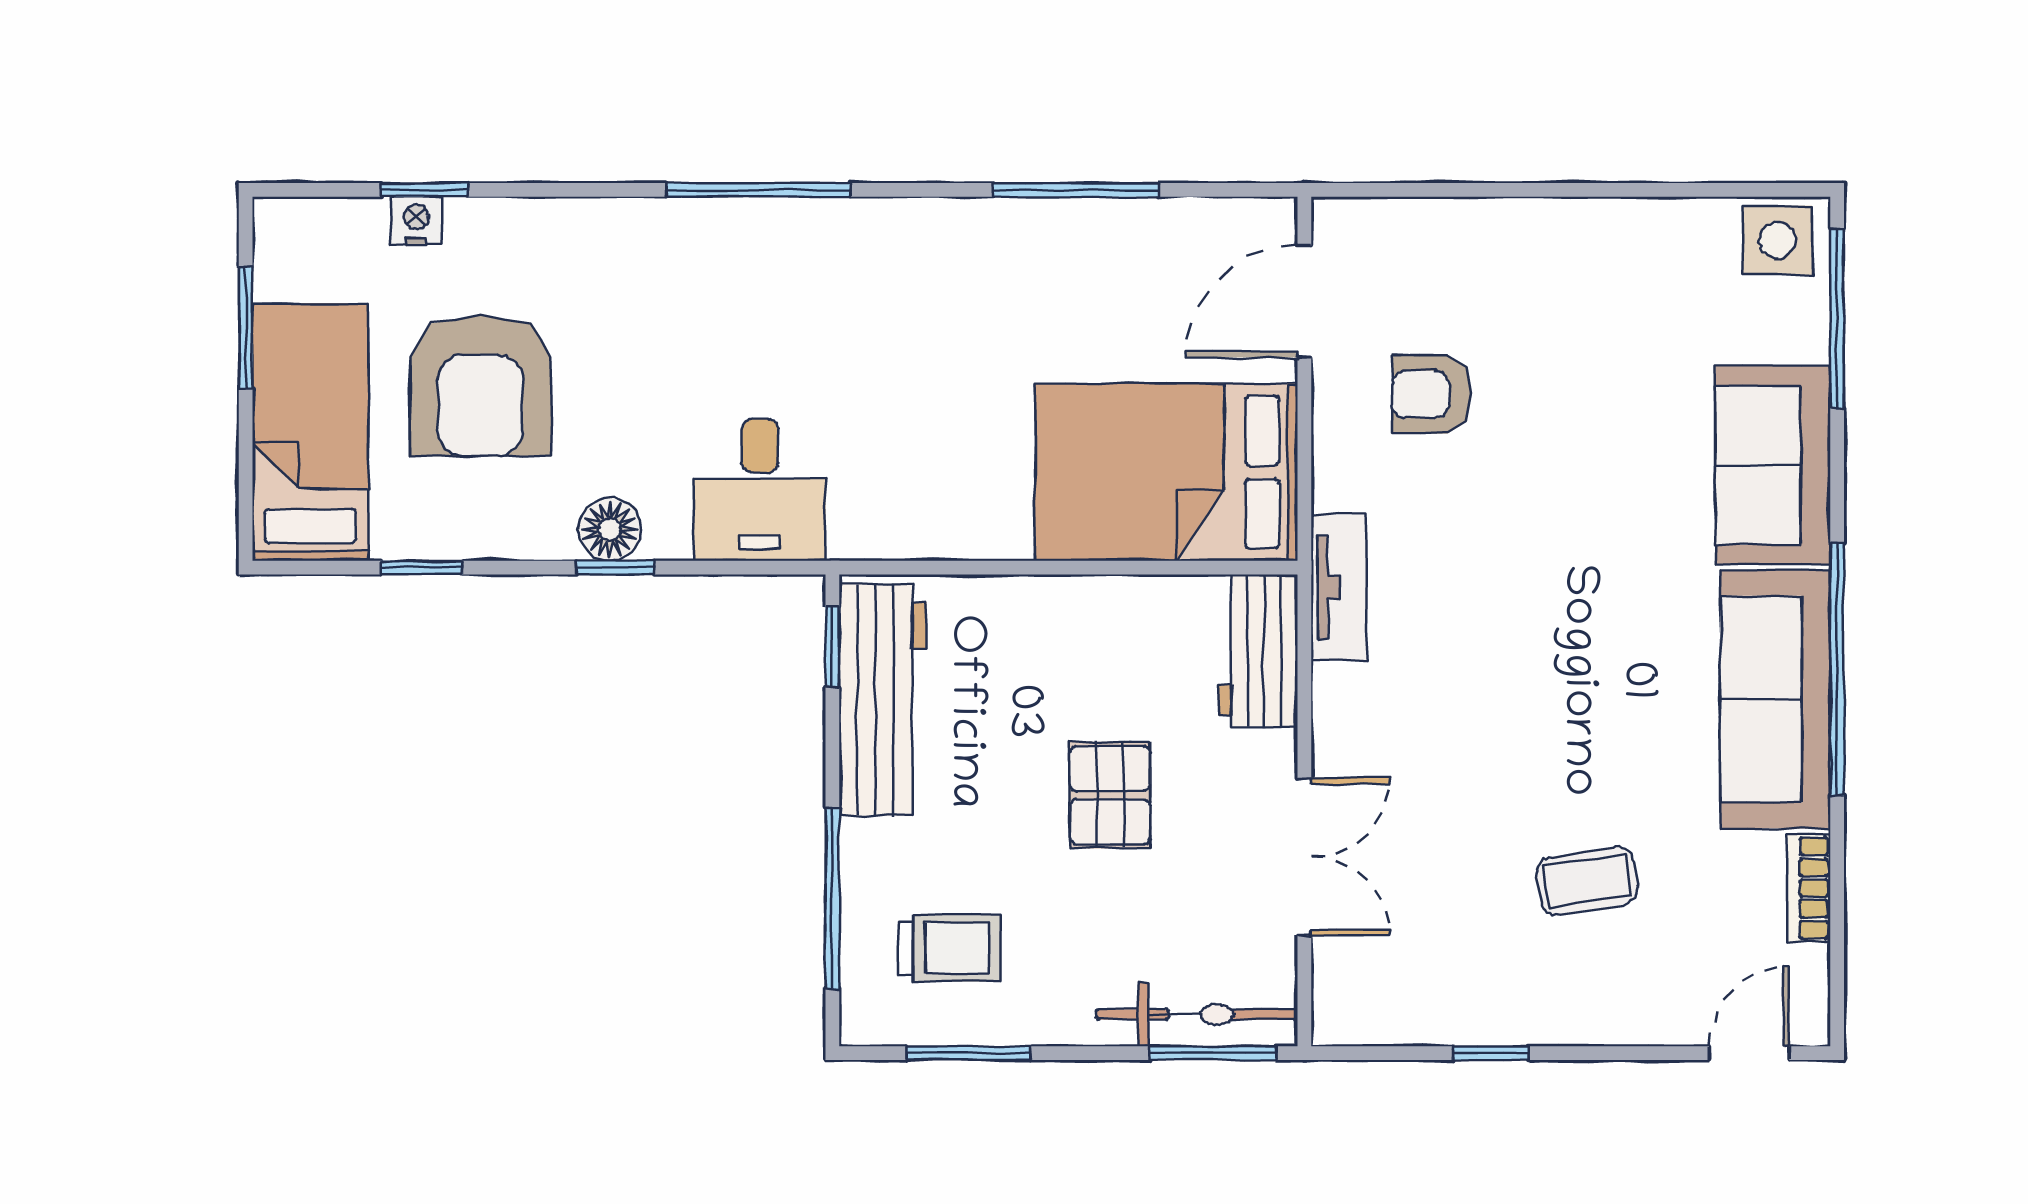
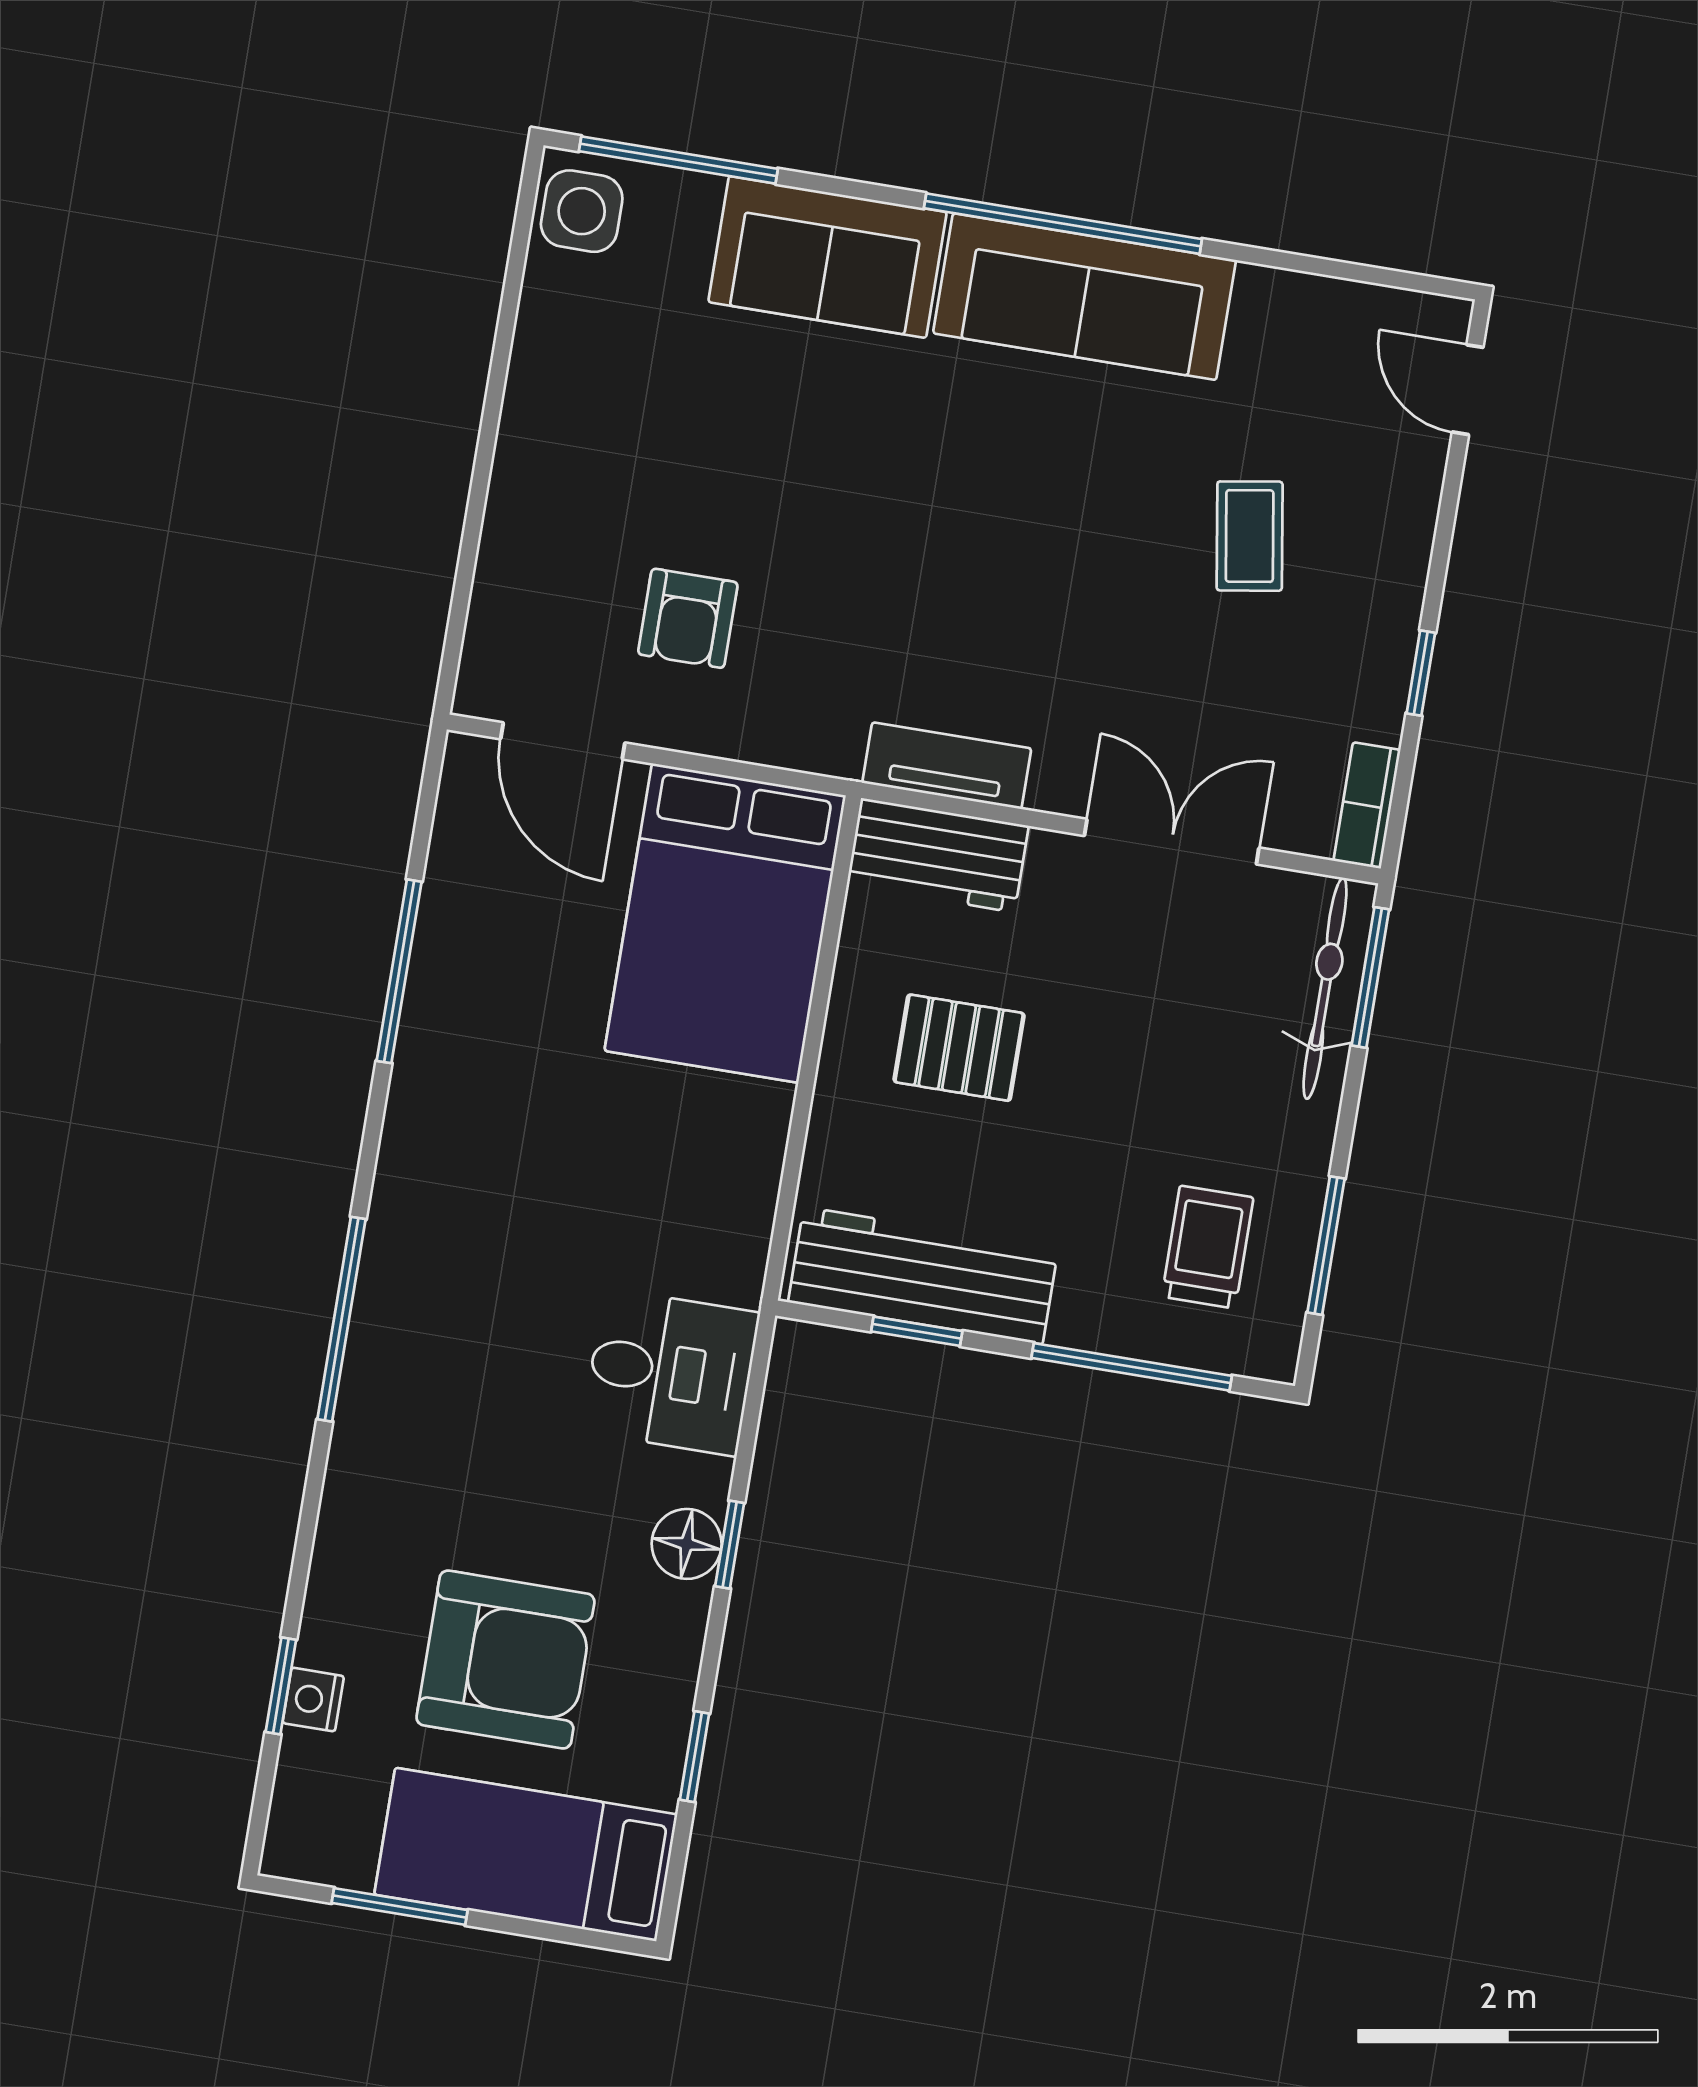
tv unit: (1339, 588) -> (947, 766), moved
window: (832, 647) -> (917, 1331), moved
pallet: (1110, 795) -> (959, 1048), moved
bookcase: (1809, 888) -> (1367, 805), moved, turned 90

